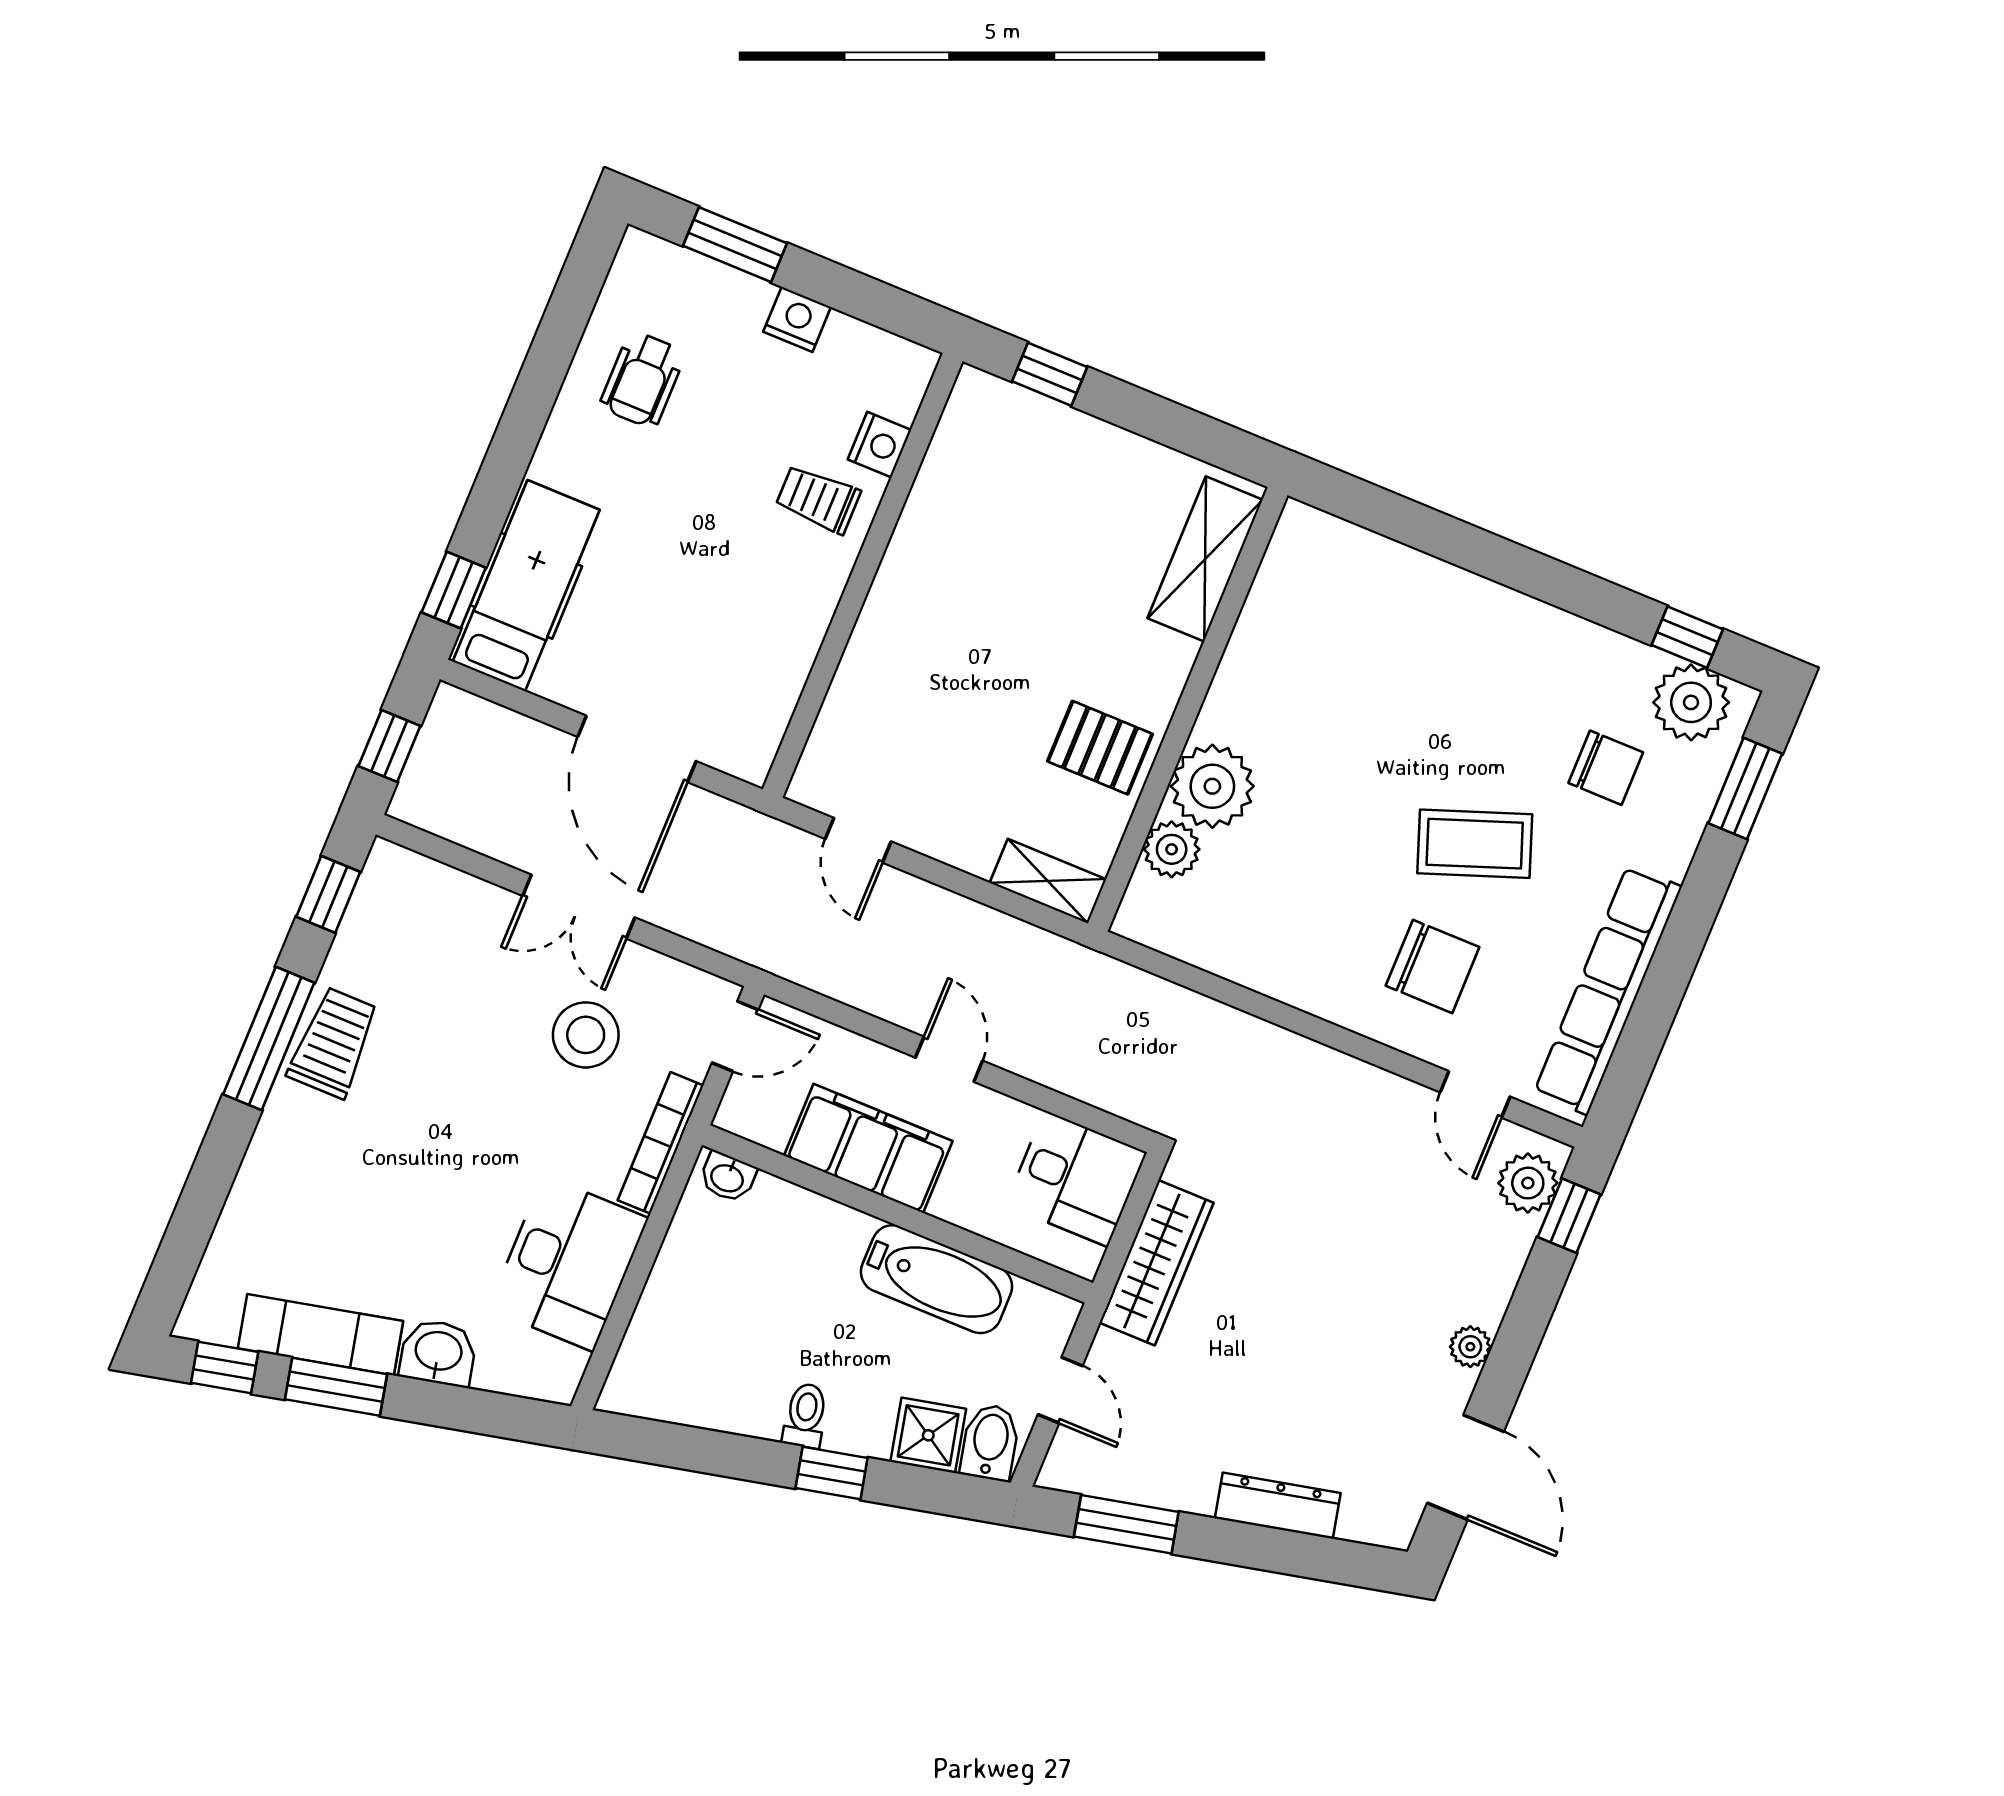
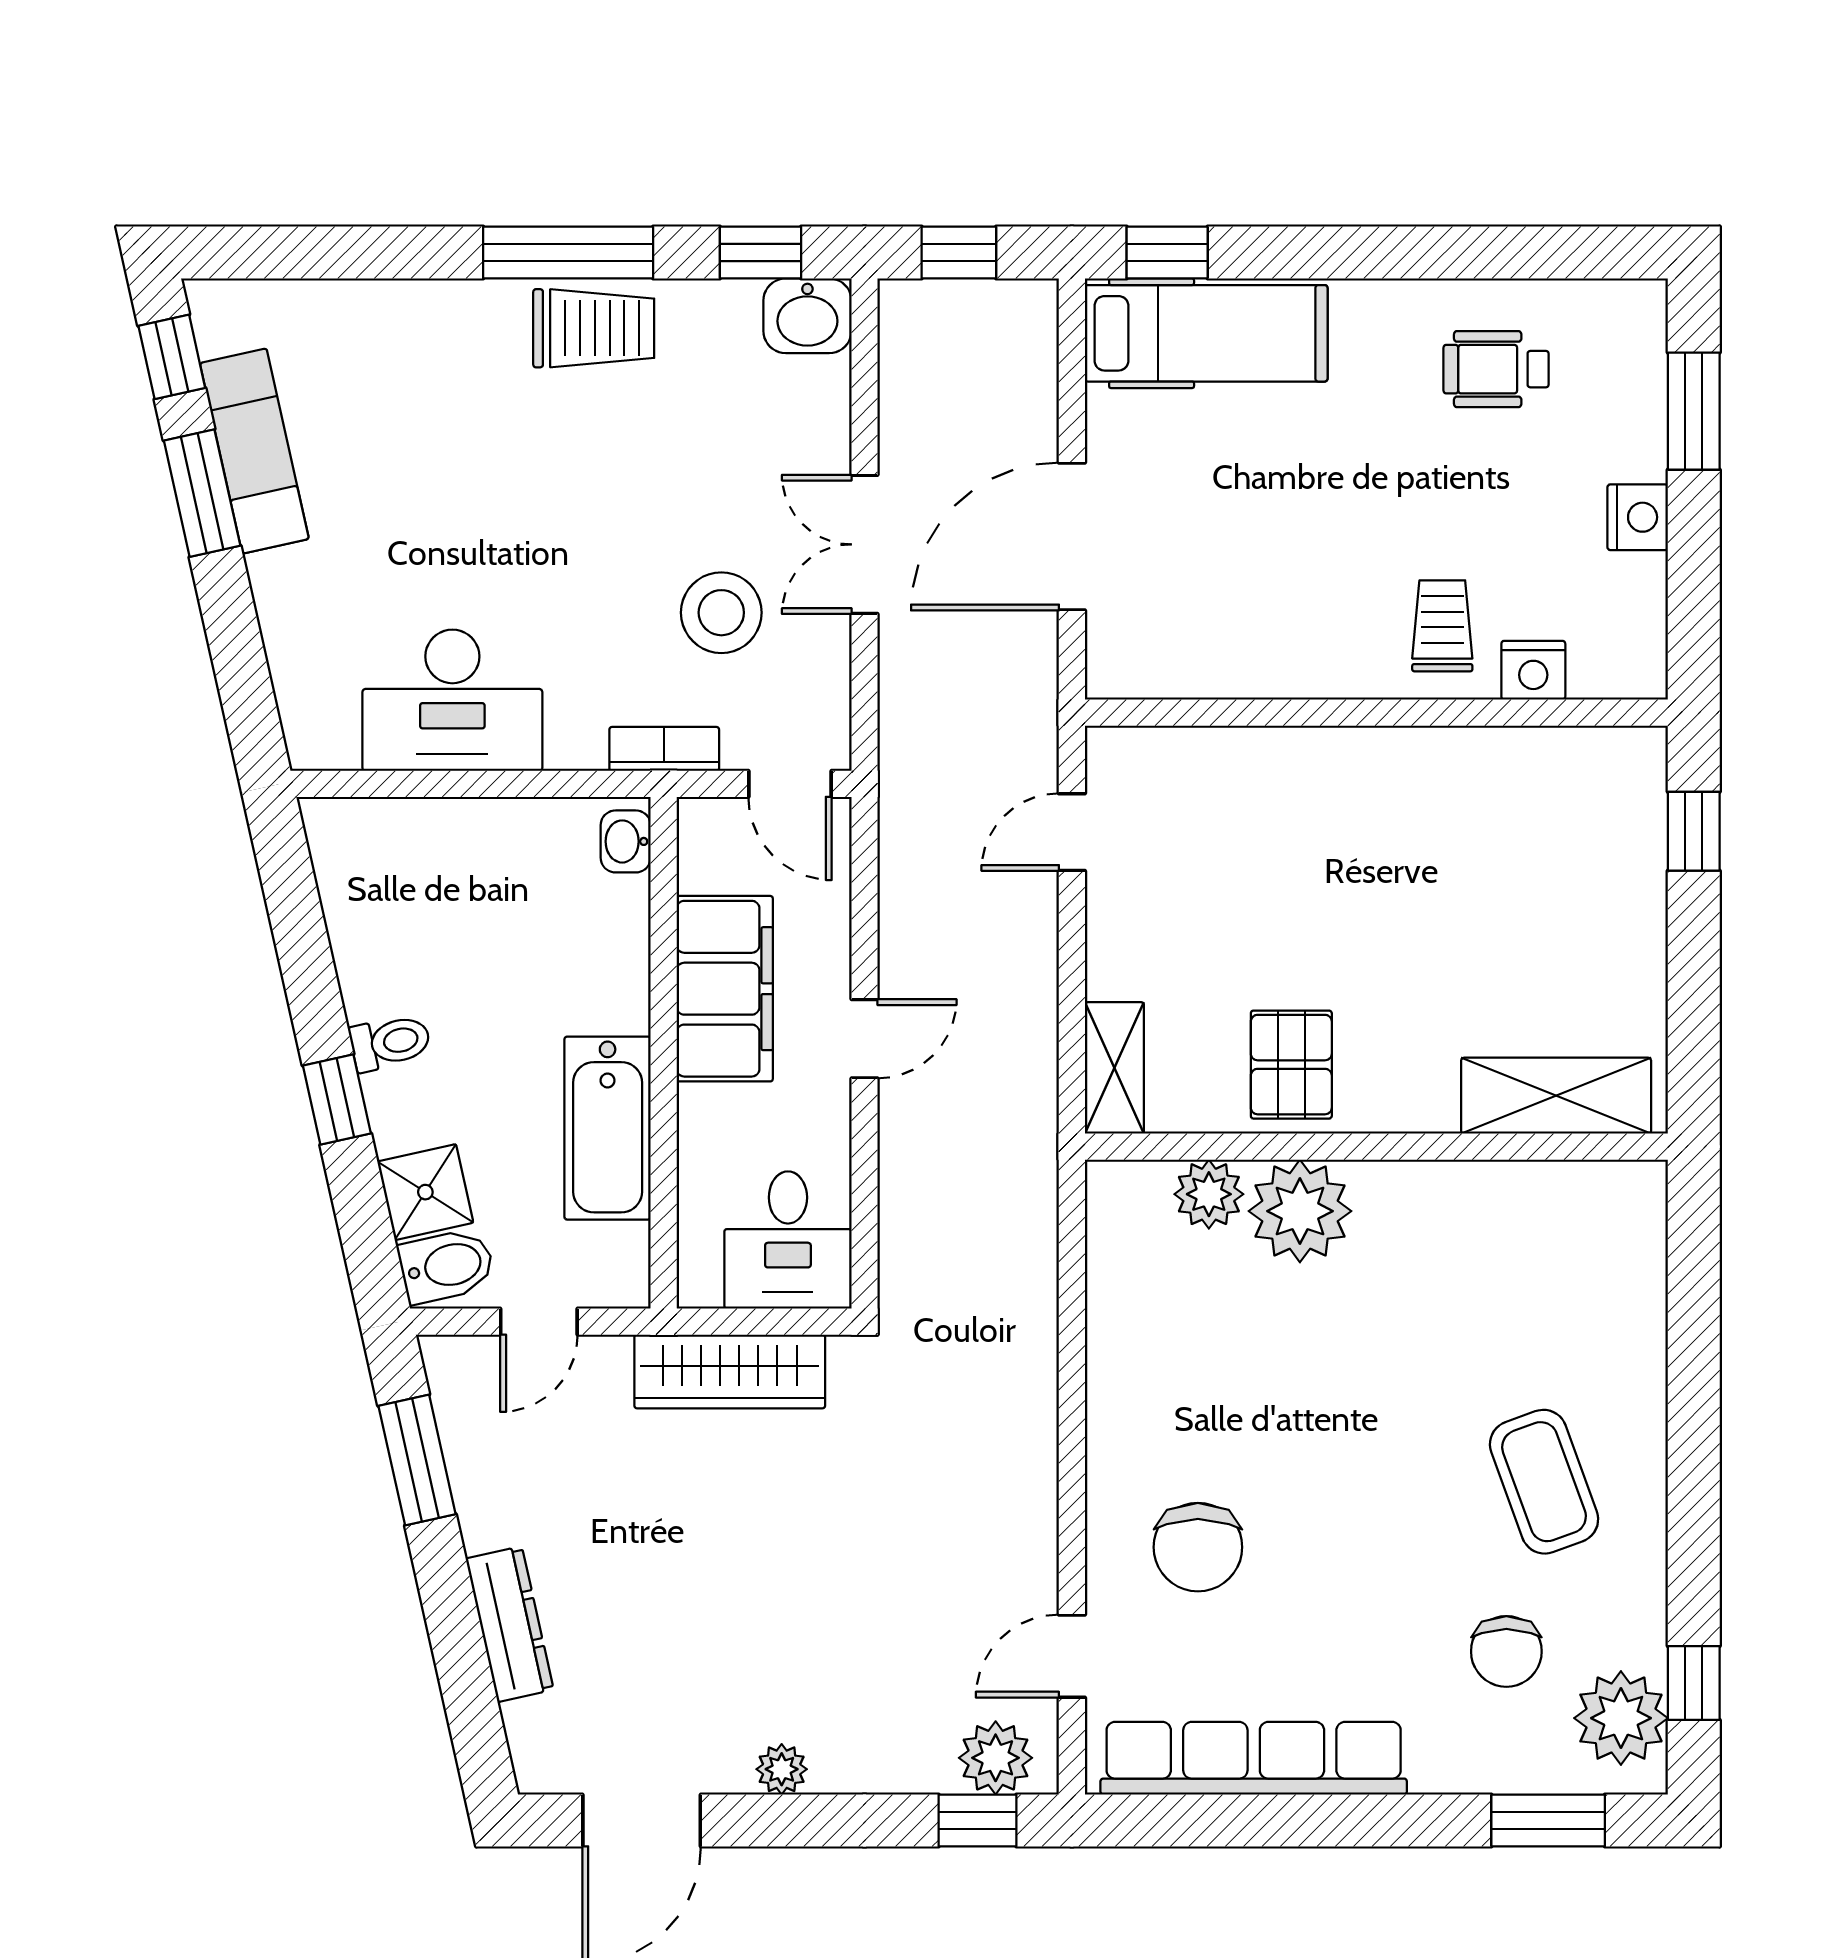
coffee table: (1475, 844) -> (1544, 1482), moved
bookcase: (661, 1143) -> (664, 749), width x0.64
washbasin: (438, 1353) -> (807, 316), moved, turned 103

